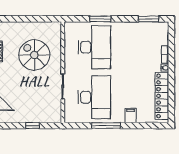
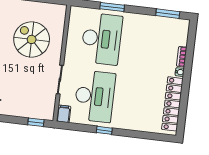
filing cabinet: (131, 115) -> (64, 114), moved
window: (33, 126) -> (36, 122), moved
window: (106, 126) -> (104, 130), width x0.46

